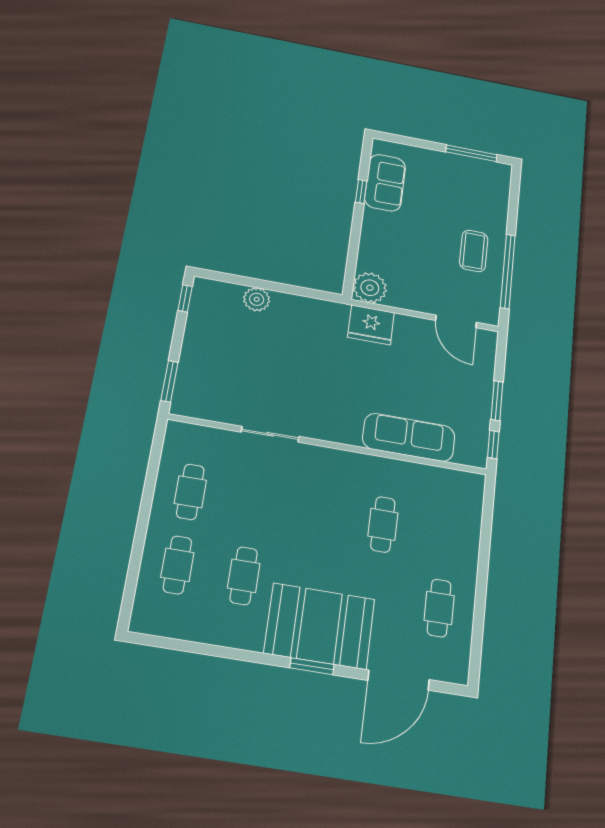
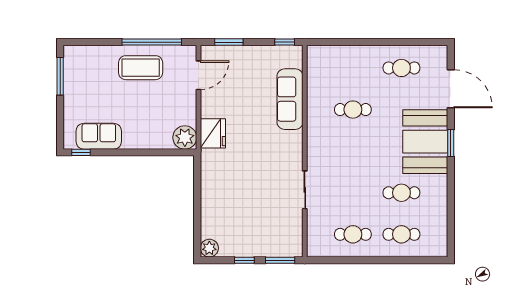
window: (361, 192) -> (81, 152), moved
coffee table: (474, 251) -> (141, 68), width x1.36, depth x1.32
window: (185, 298) -> (244, 260), moved
plant: (257, 299) -> (209, 248), moved
window: (497, 401) -> (229, 42), moved

